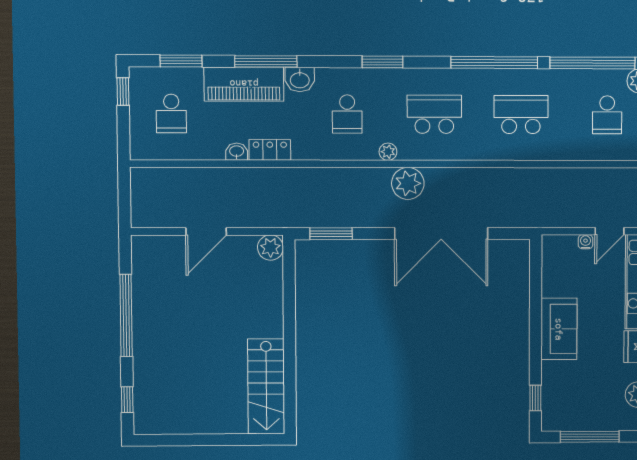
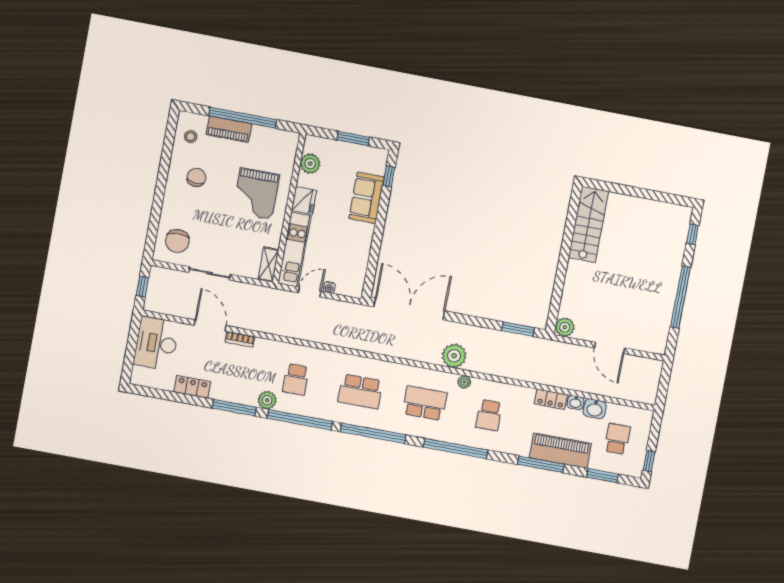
window: (383, 62) -> (456, 449), width x2.11
washbasin: (300, 80) -> (595, 409), moved, turned 180
school desk: (347, 114) -> (489, 415), turned 180
school desk: (434, 114) -> (425, 403), turned 180
school desk: (607, 115) -> (296, 379), turned 180
door: (206, 231) -> (610, 348), swing flipped
double door: (441, 234) -> (409, 309), moved
sofa: (559, 329) -> (367, 198), moved
window: (590, 437) -> (353, 139), width x0.69

